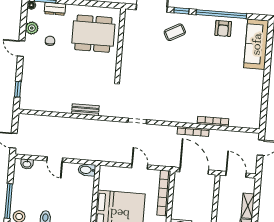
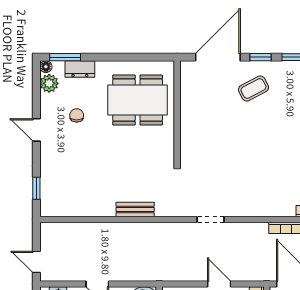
plant: (32, 28) -> (49, 83), moved

